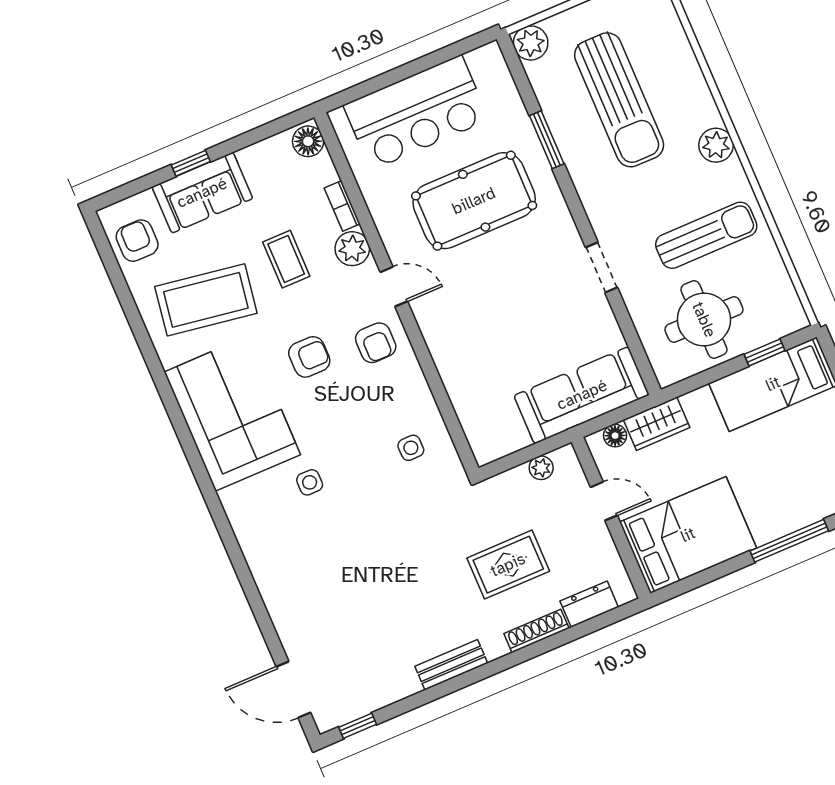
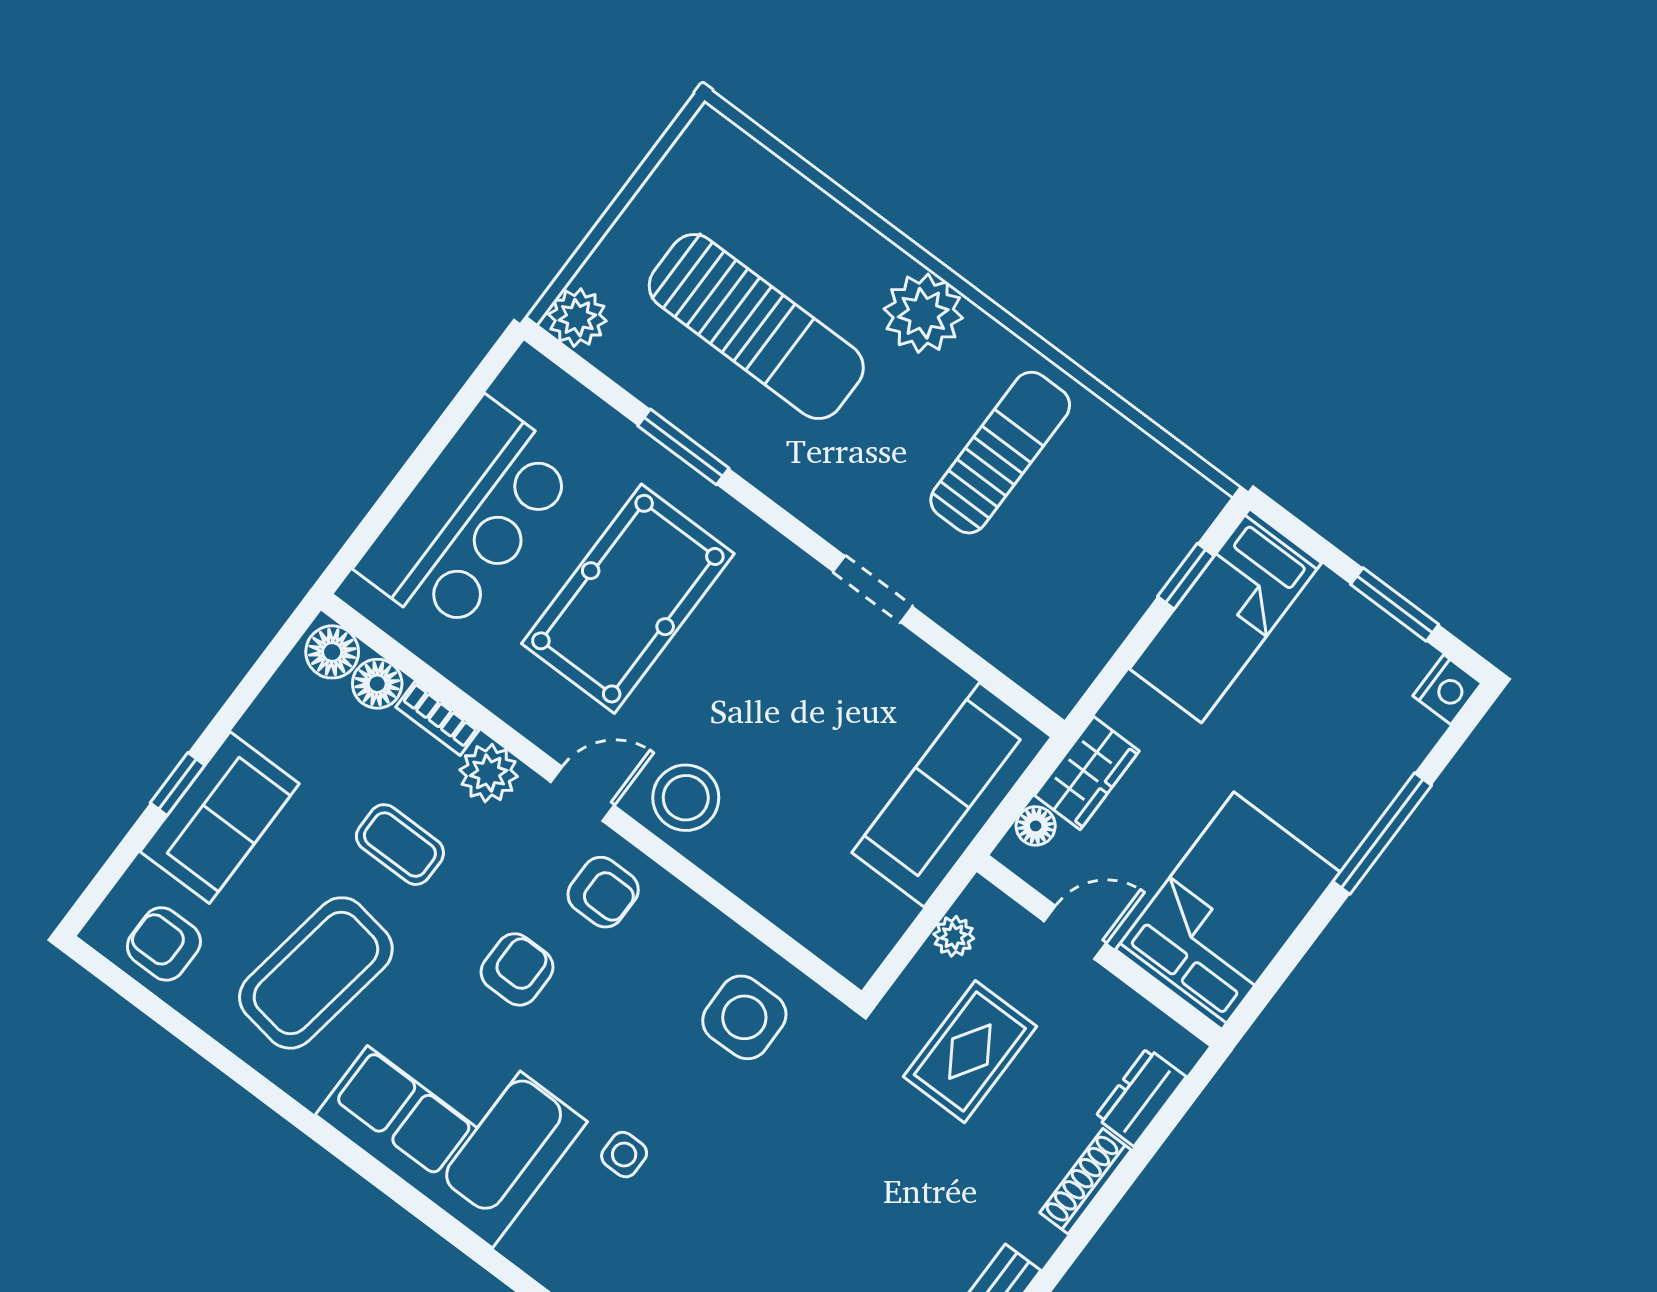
plant: (716, 145) -> (923, 313), width x1.36, depth x1.36
floor lamp: (322, 171) -> (377, 684), added
stool: (445, 319) -> (686, 798), added
round table: (704, 320) -> (1068, 579), removed
side table: (411, 448) -> (744, 1017), width x1.87, depth x1.87
rug: (508, 565) -> (970, 1052), moved

